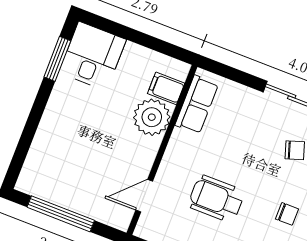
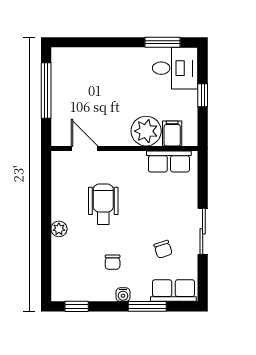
window: (136, 37) -> (203, 95), added

